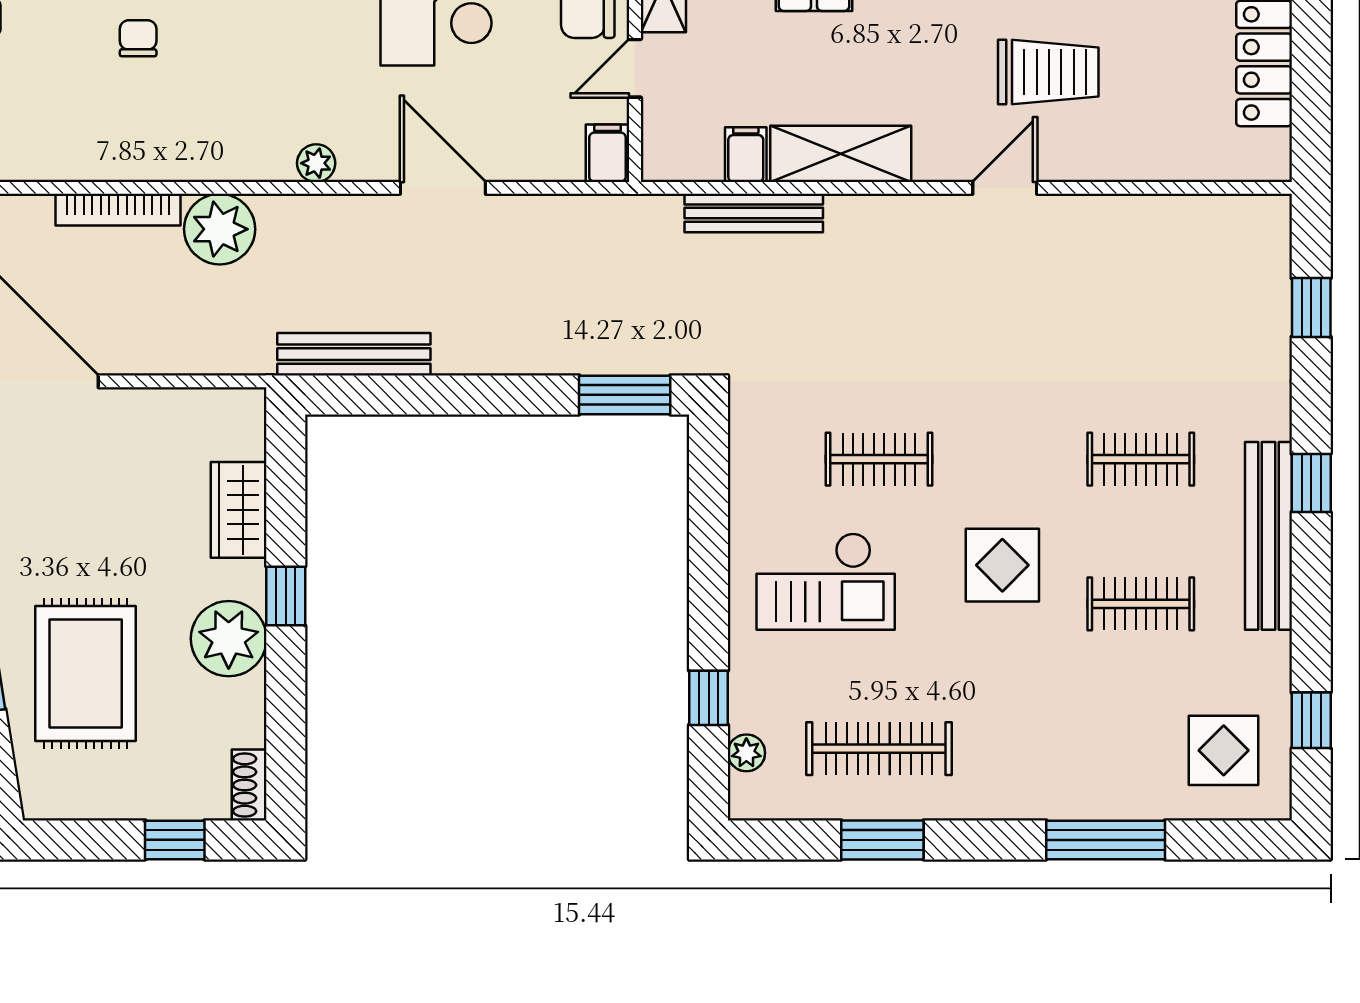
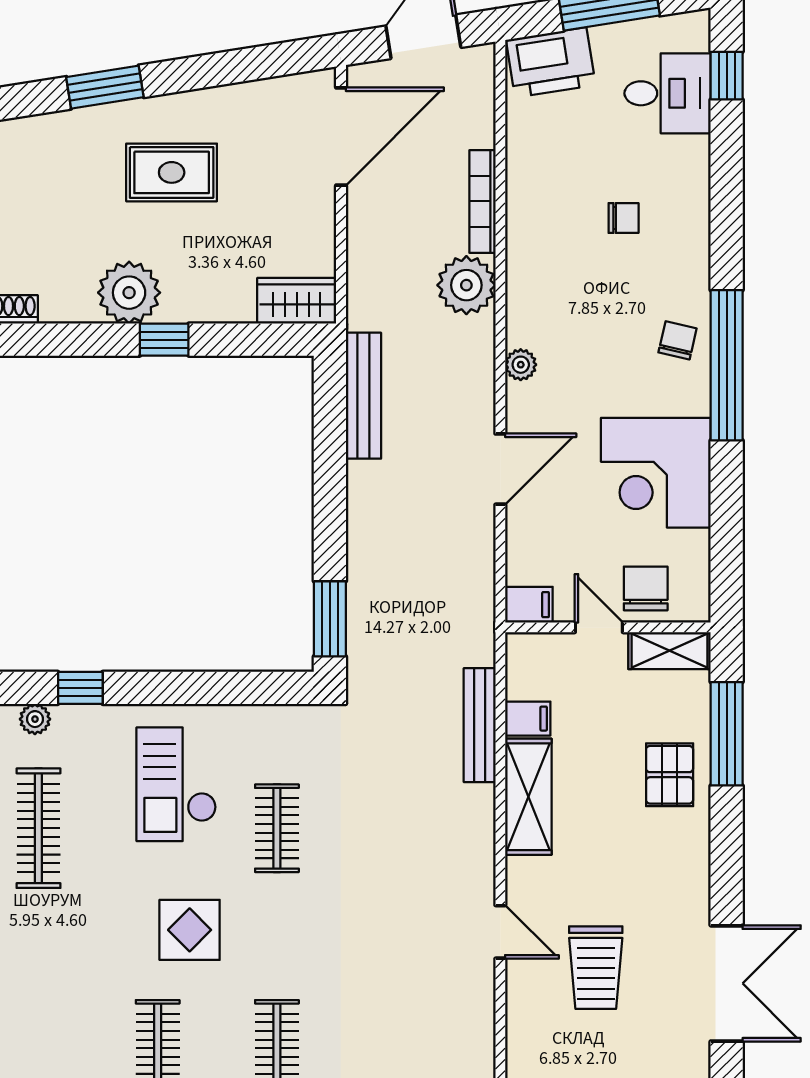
wardrobe: (239, 510) -> (297, 301), moved
rug: (86, 673) -> (172, 172), moved, width x0.73, depth x0.70

